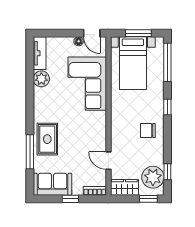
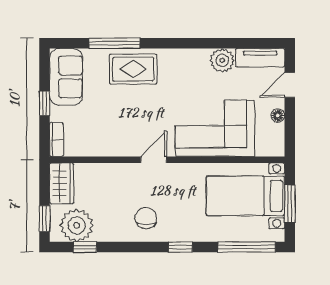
door: (92, 33) -> (290, 85), moved
door: (108, 161) -> (154, 160), moved

